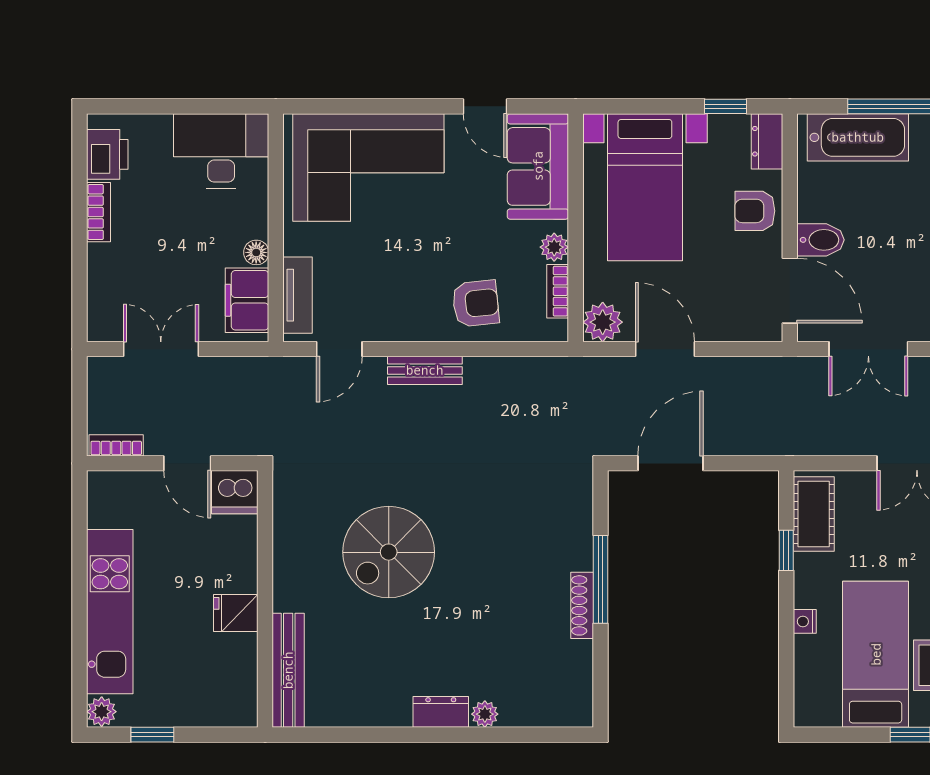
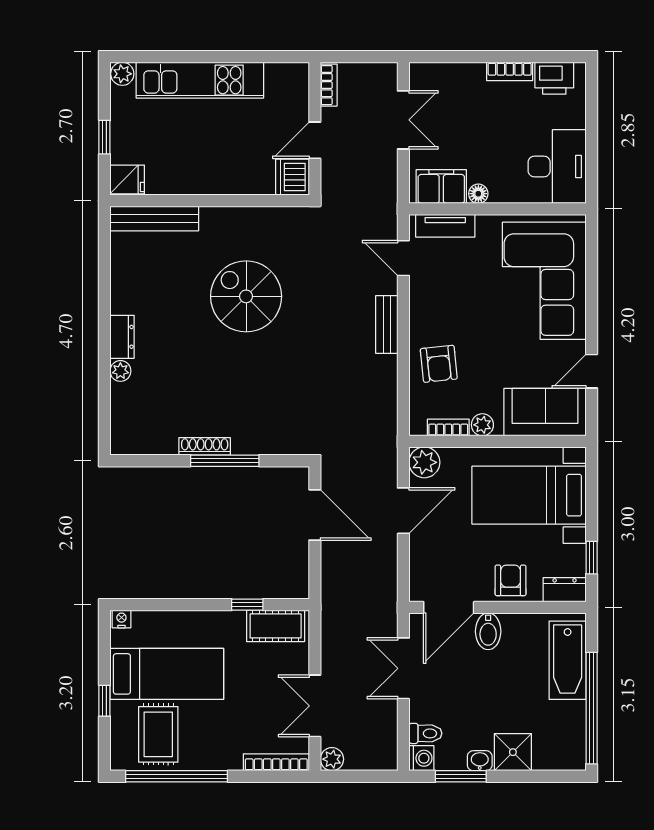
fridge: (236, 613) -> (127, 179), moved, turned 90
nightstand: (805, 621) -> (121, 619), moved
window: (152, 735) -> (104, 137), moved

